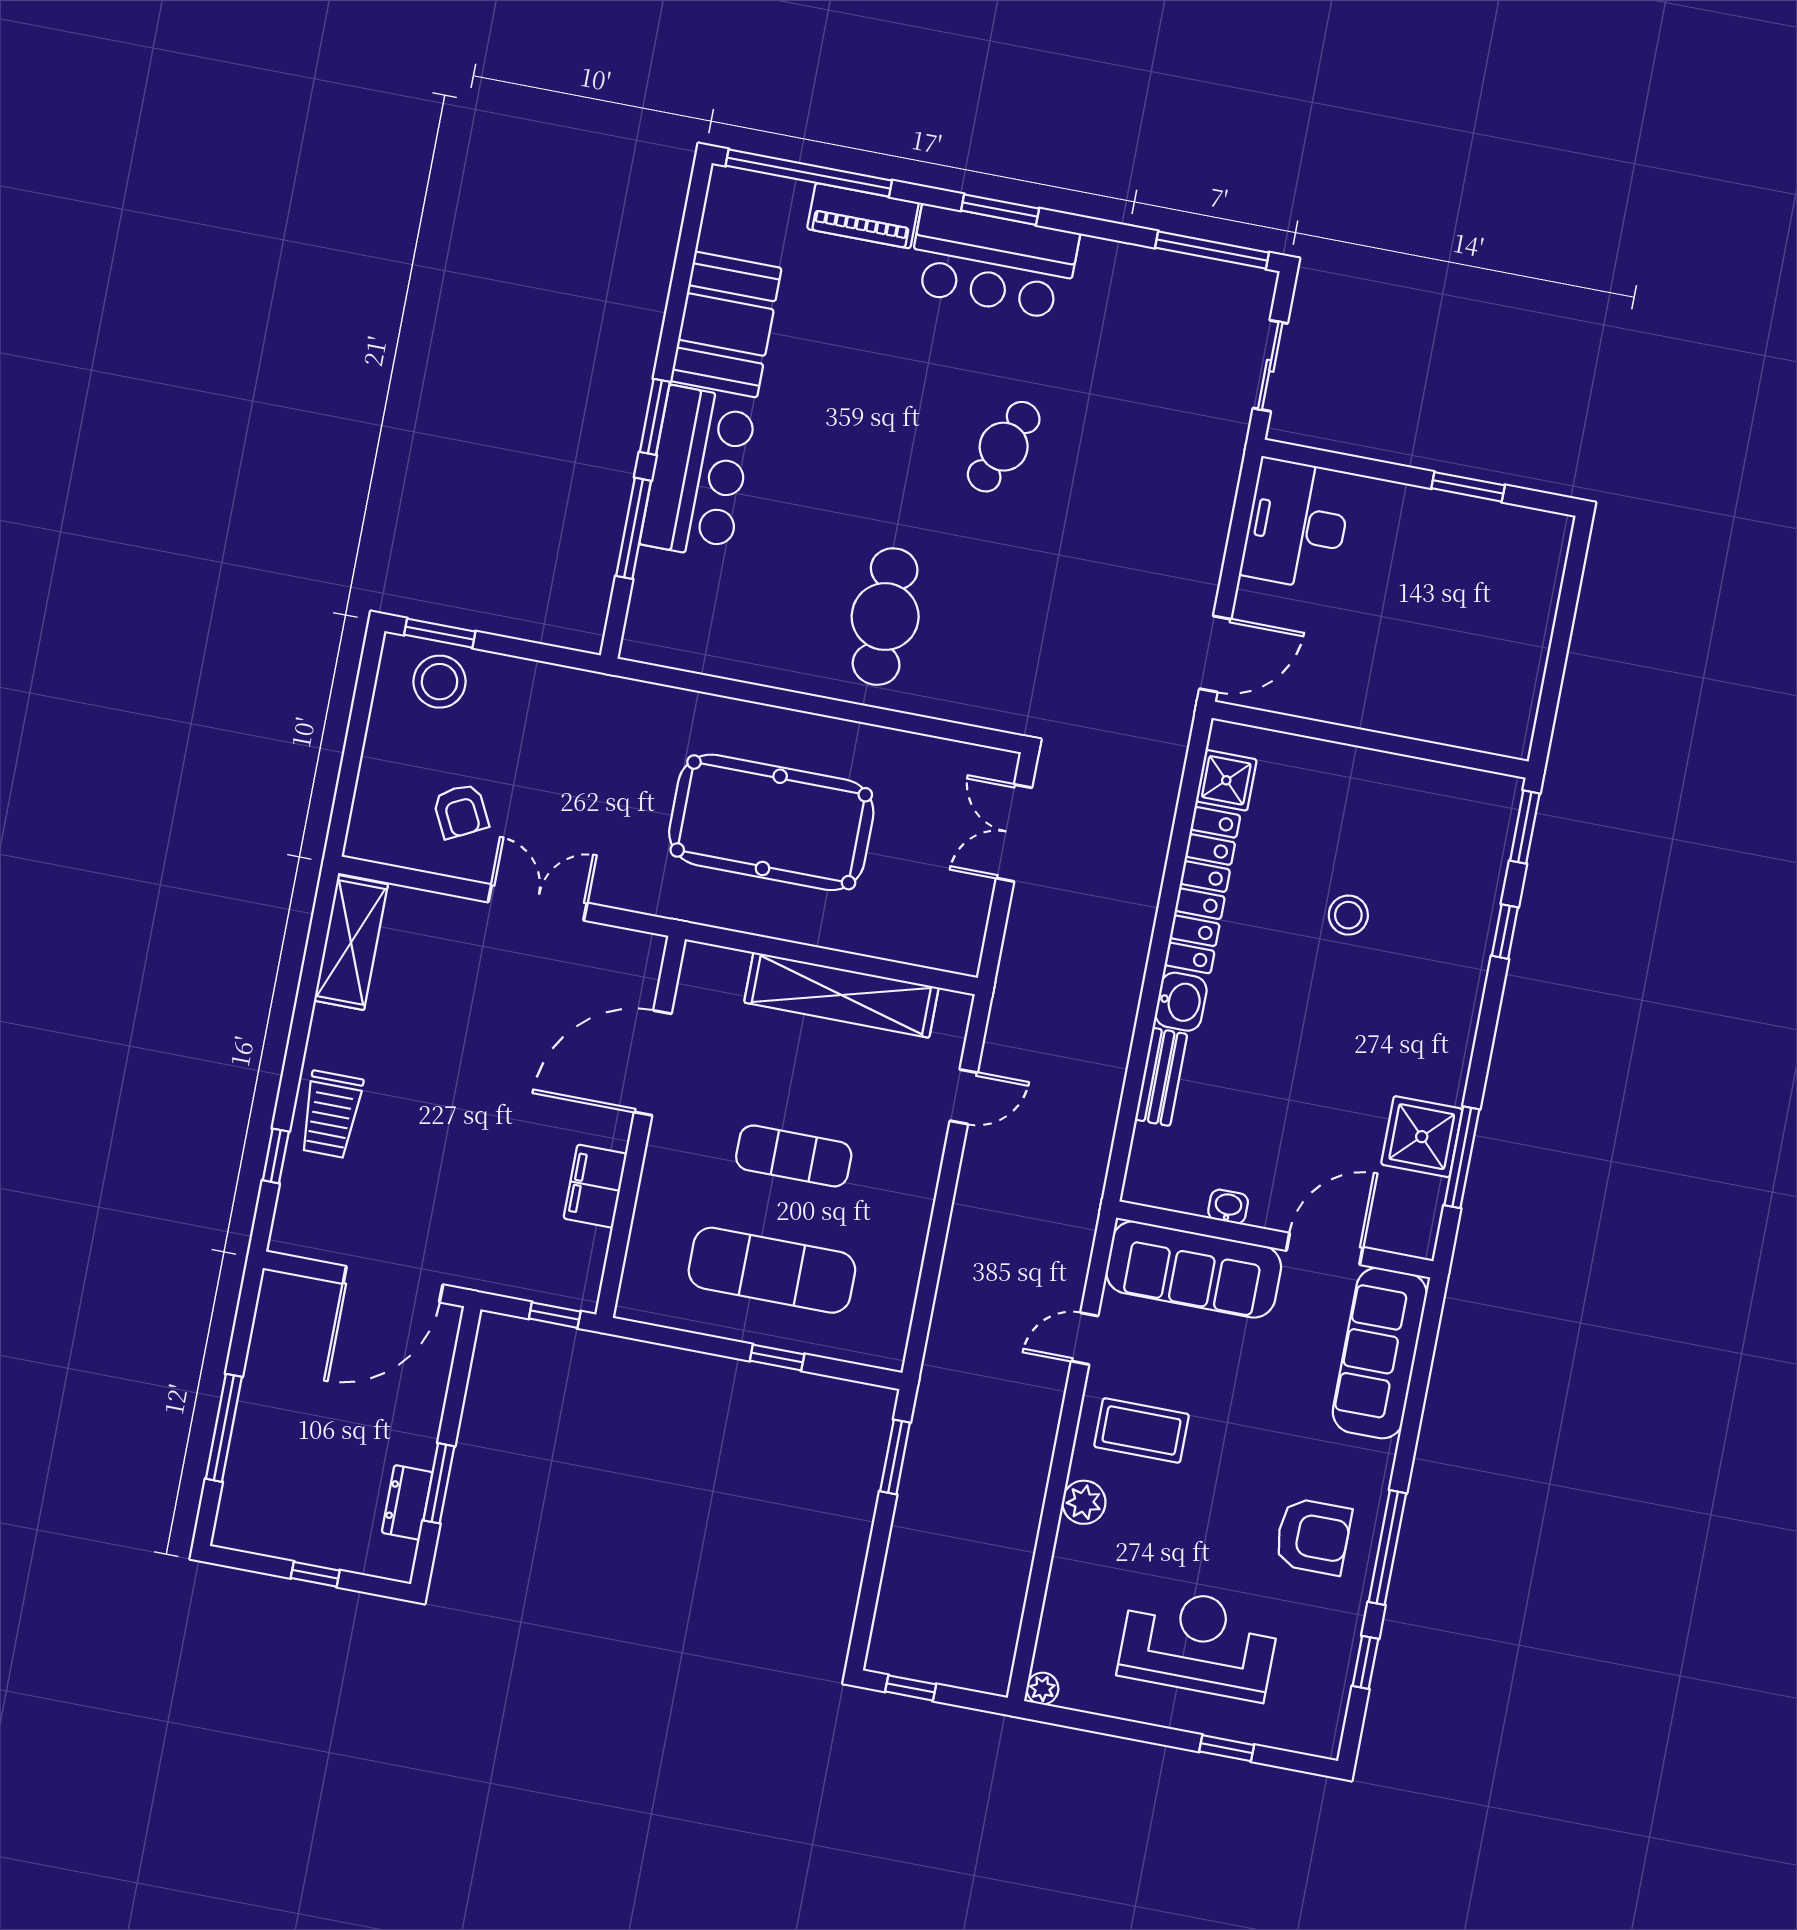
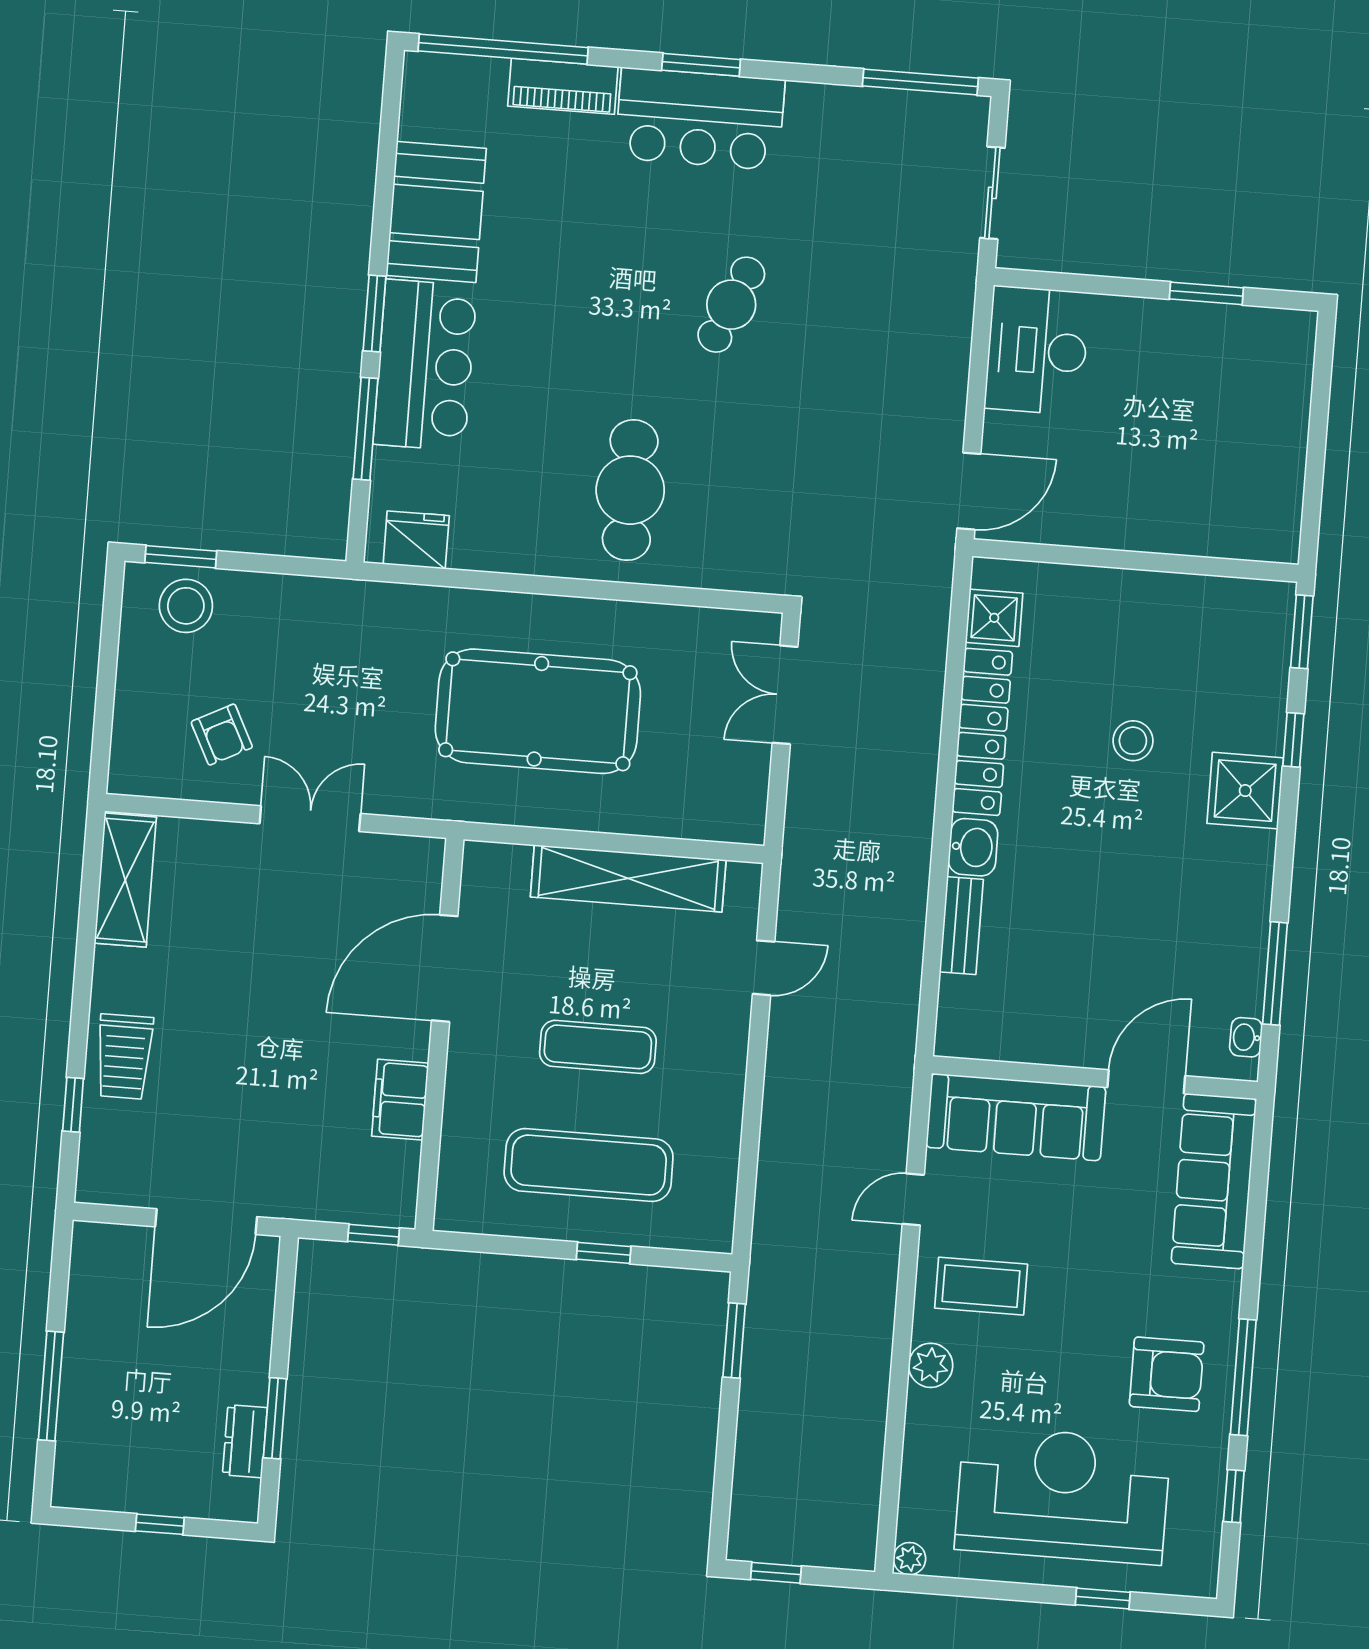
fridge: (671, 642) -> (416, 540), added
shower: (1422, 1137) -> (1245, 791), moved
washbasin: (1228, 1207) -> (1246, 1037), moved, turned -90
reception desk: (1199, 1643) -> (1063, 1495), width x1.36, depth x1.30

